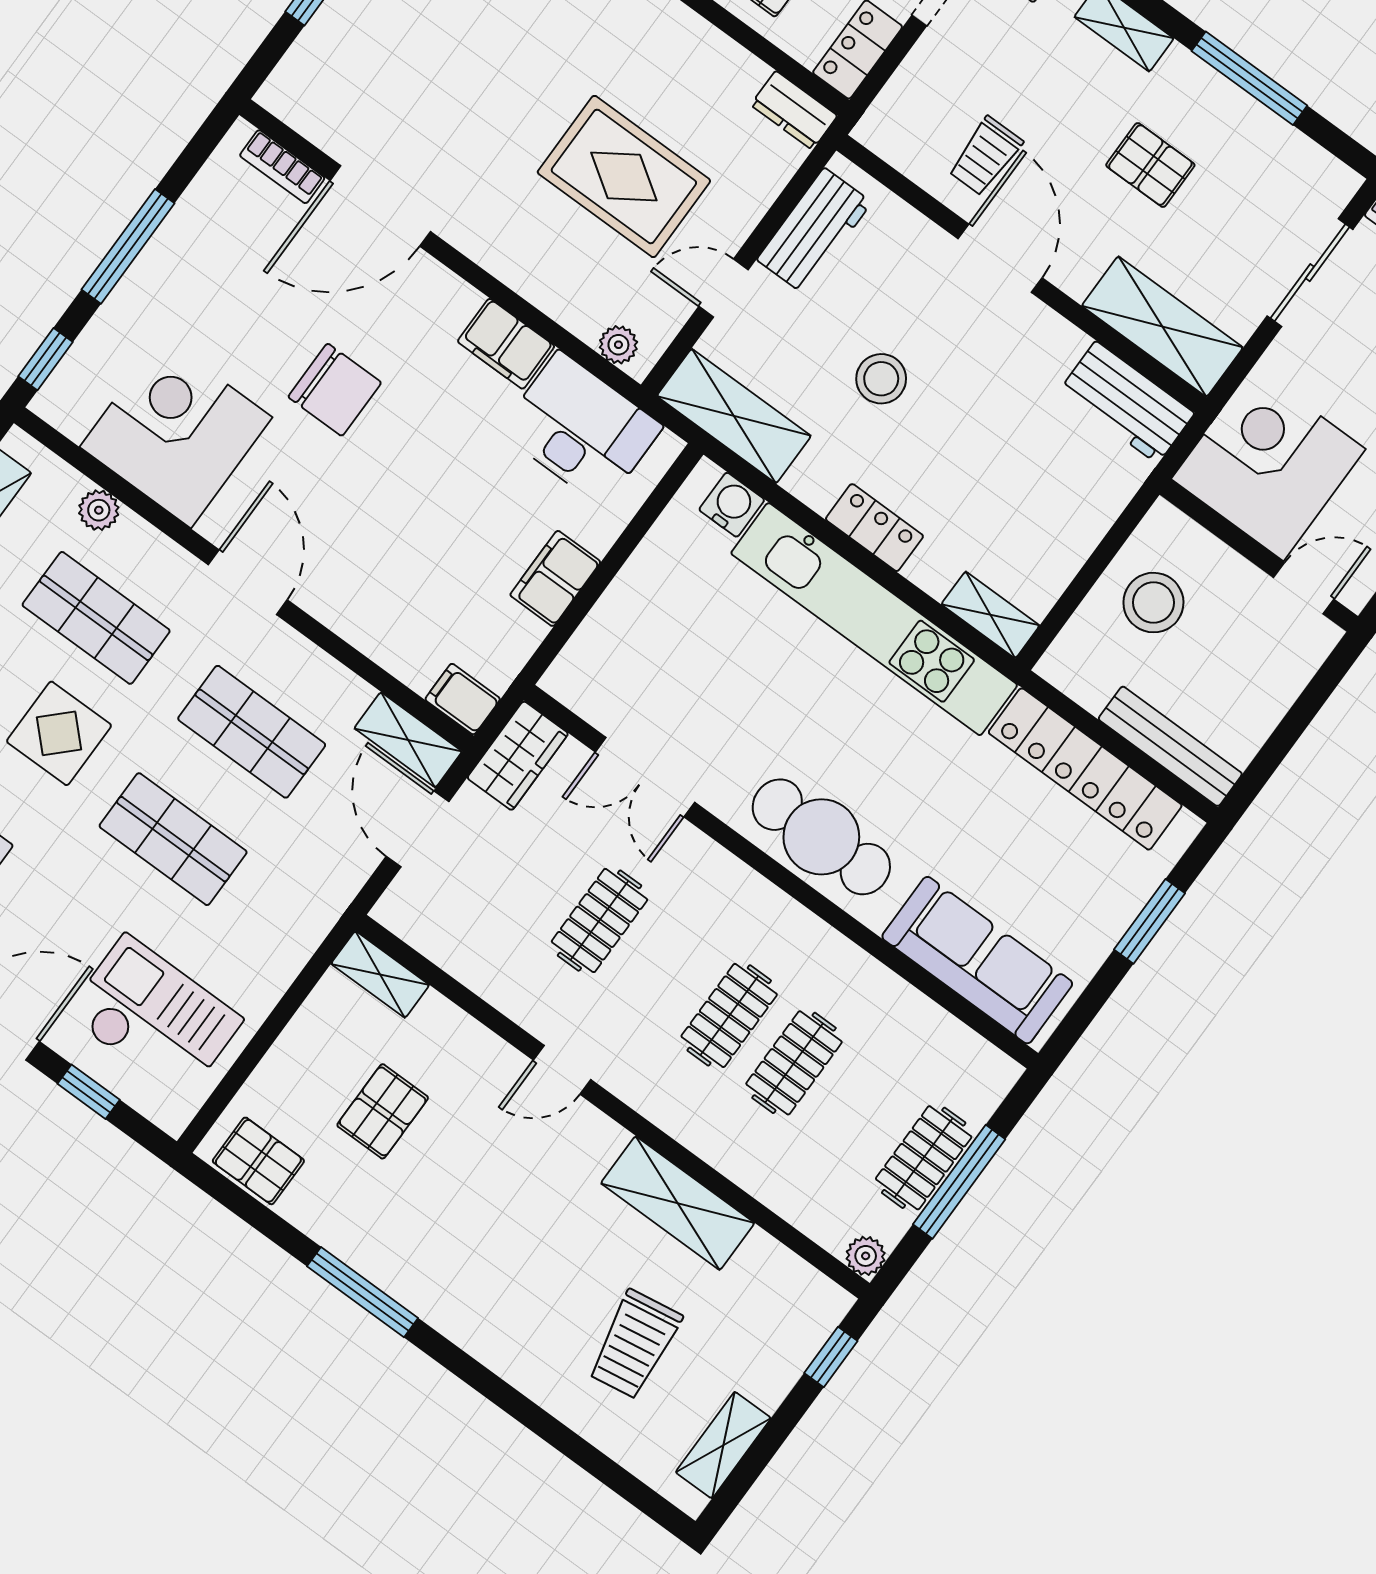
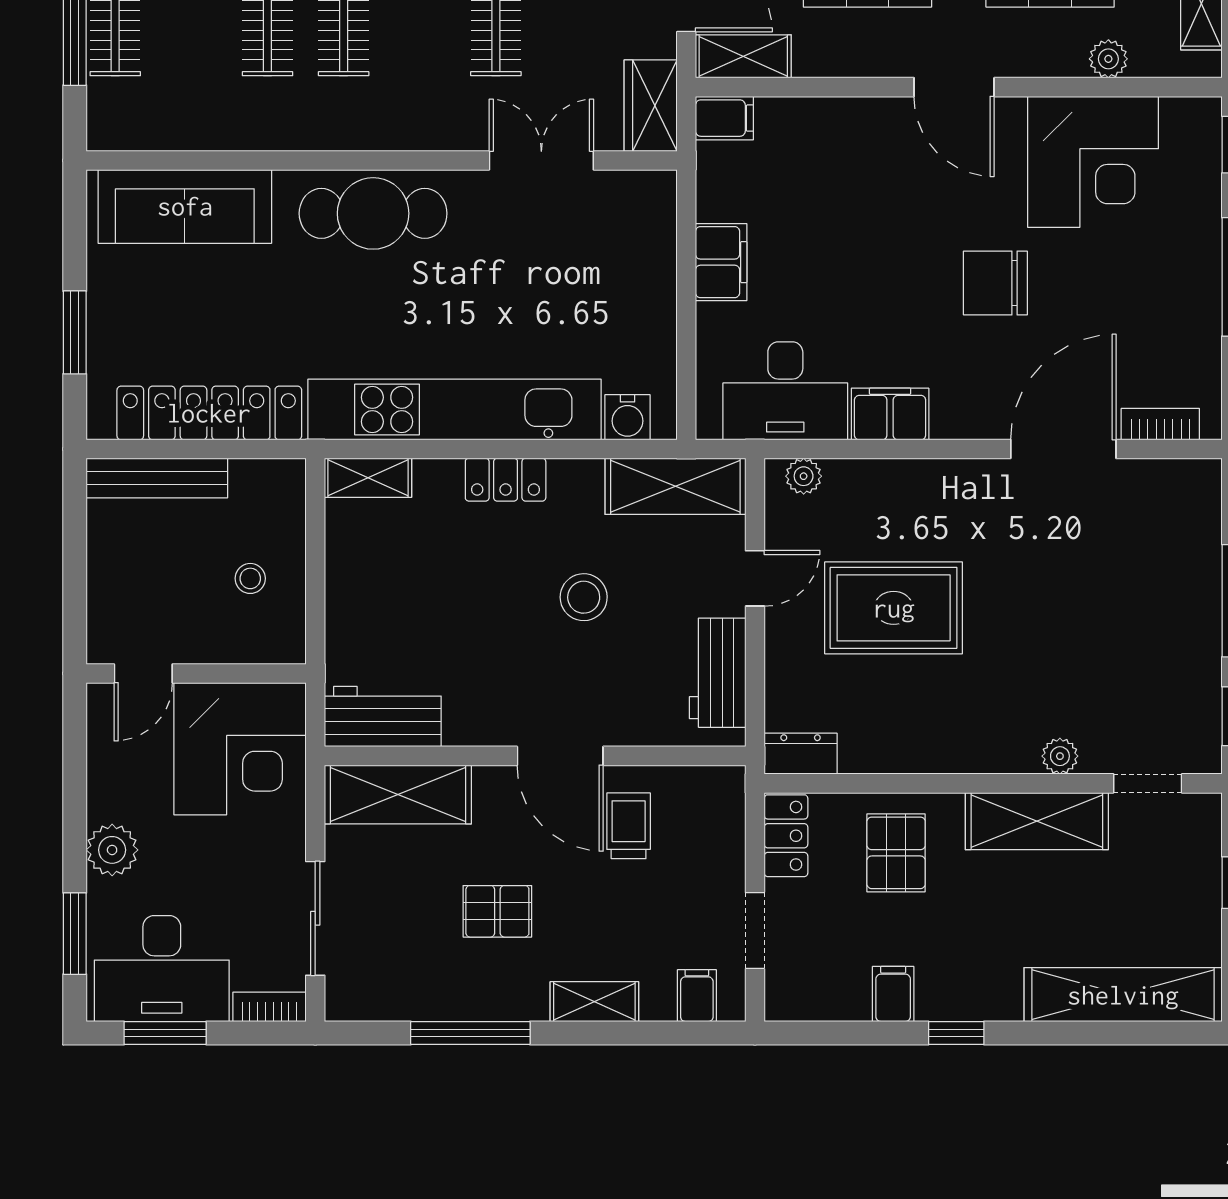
stool: (1153, 603) -> (250, 578), width x0.53, depth x0.53

